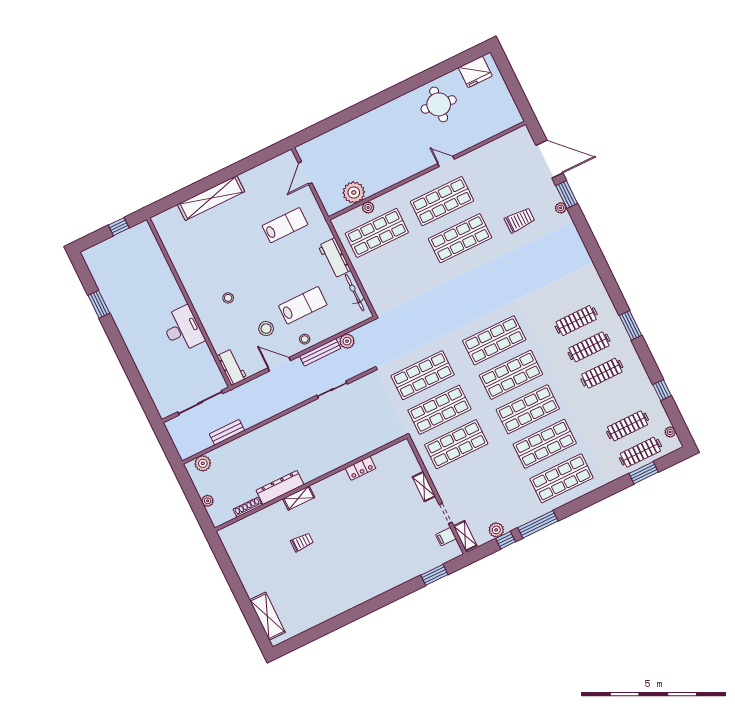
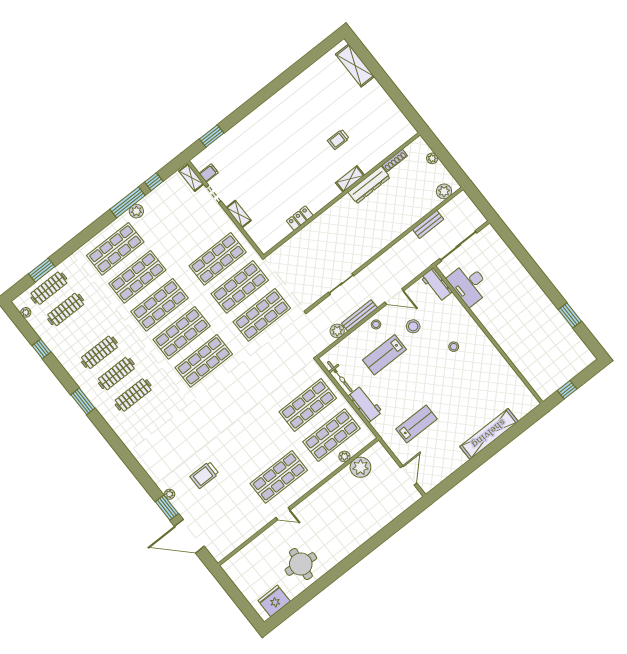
lab bench: (285, 225) -> (416, 424), turned 180
shop shelf: (460, 238) -> (308, 405), moved
desk: (183, 329) -> (469, 284), moved
plant: (496, 530) -> (136, 211), moved

